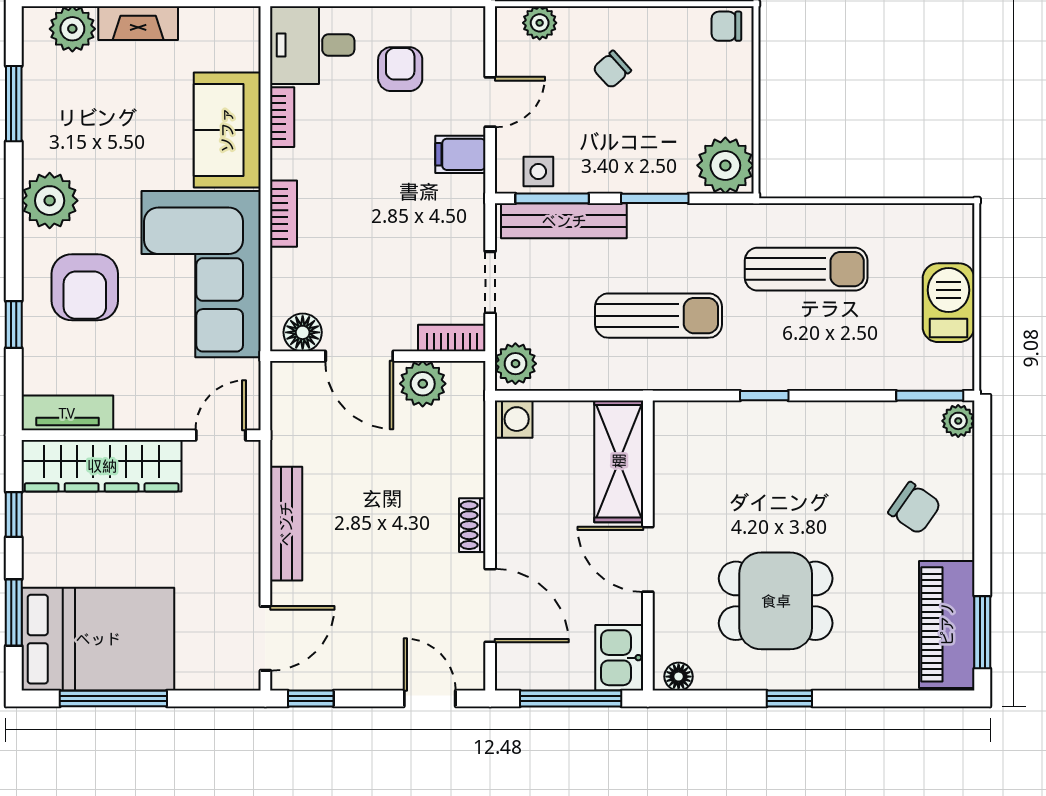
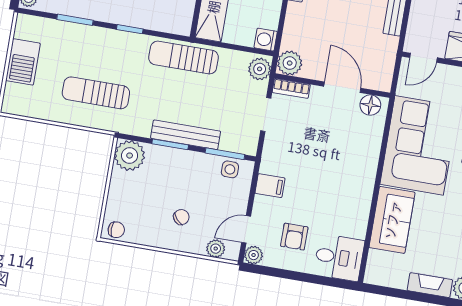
plant: (469, 23) -> (254, 255), added
door: (490, 102) -> (246, 229), moved
bookcase: (282, 117) -> (362, 222), removed
bookcase: (283, 214) -> (370, 170), removed
bench: (564, 221) -> (186, 135), moved
sun lounger: (659, 316) -> (184, 58), moved
plant: (423, 384) -> (290, 63), moved
window: (930, 396) -> (75, 20), moved

